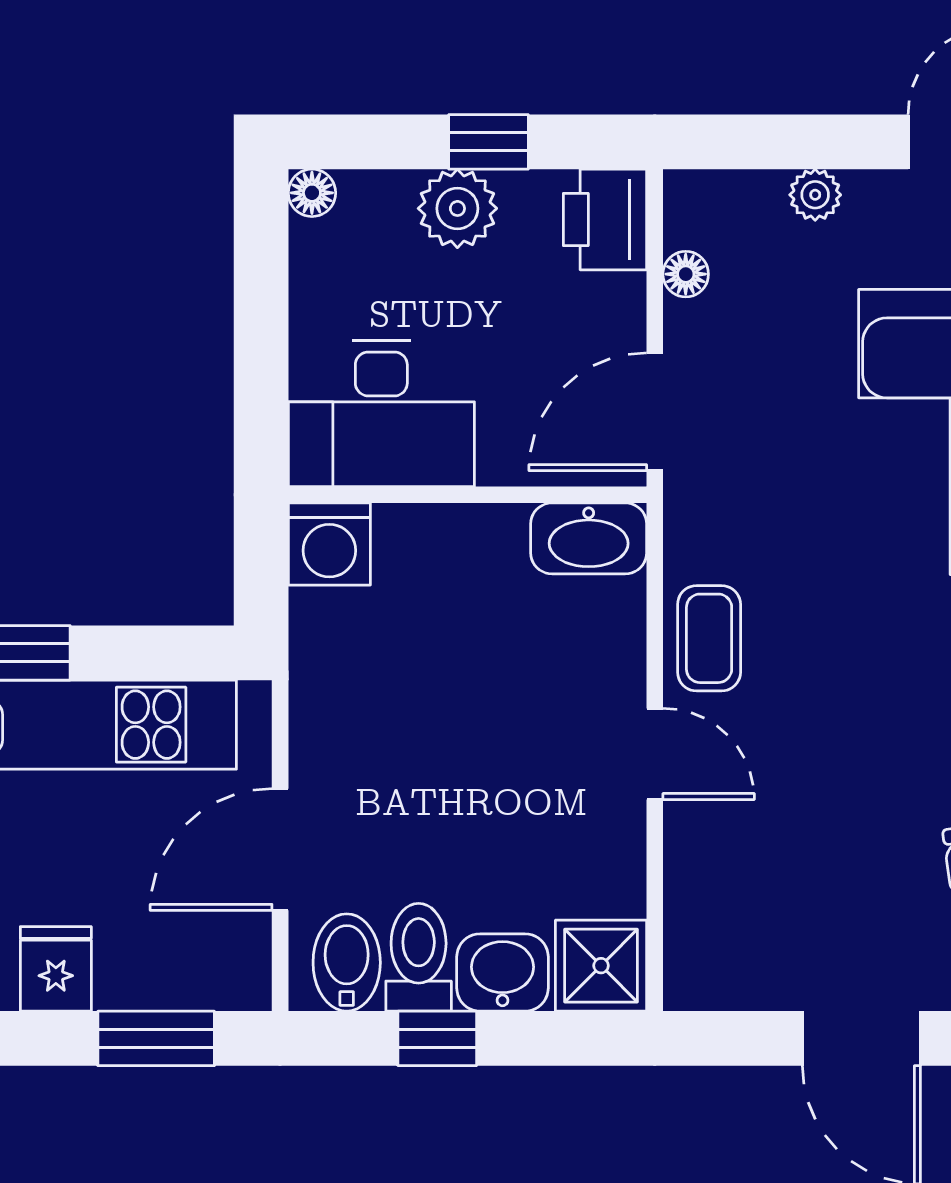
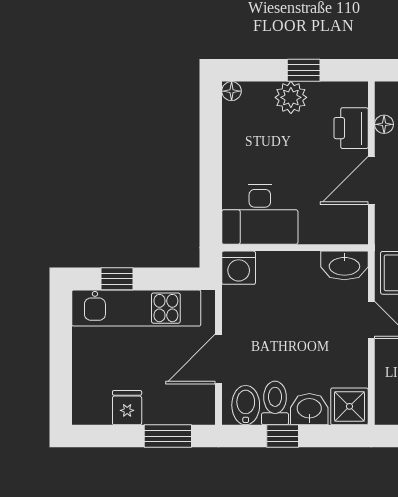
printer: (605, 219) -> (351, 128), moved
desk: (381, 413) -> (260, 214), moved
wall: (467, 495) -> (295, 248), moved
washbasin: (589, 538) -> (344, 265), moved
washing machine: (329, 544) -> (239, 268), moved

